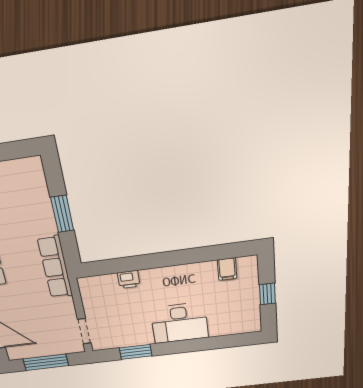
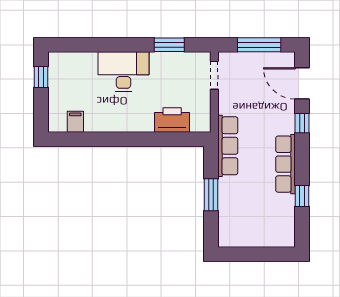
printer: (129, 280) -> (172, 120), width x1.87, depth x1.48
window: (267, 294) -> (41, 77), moved

